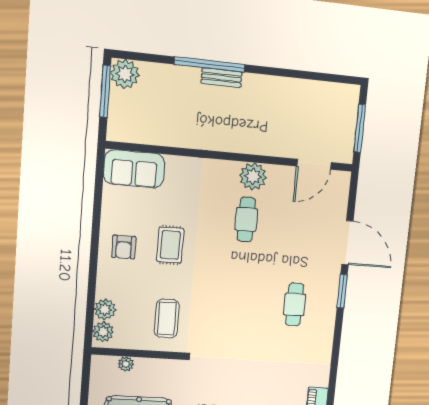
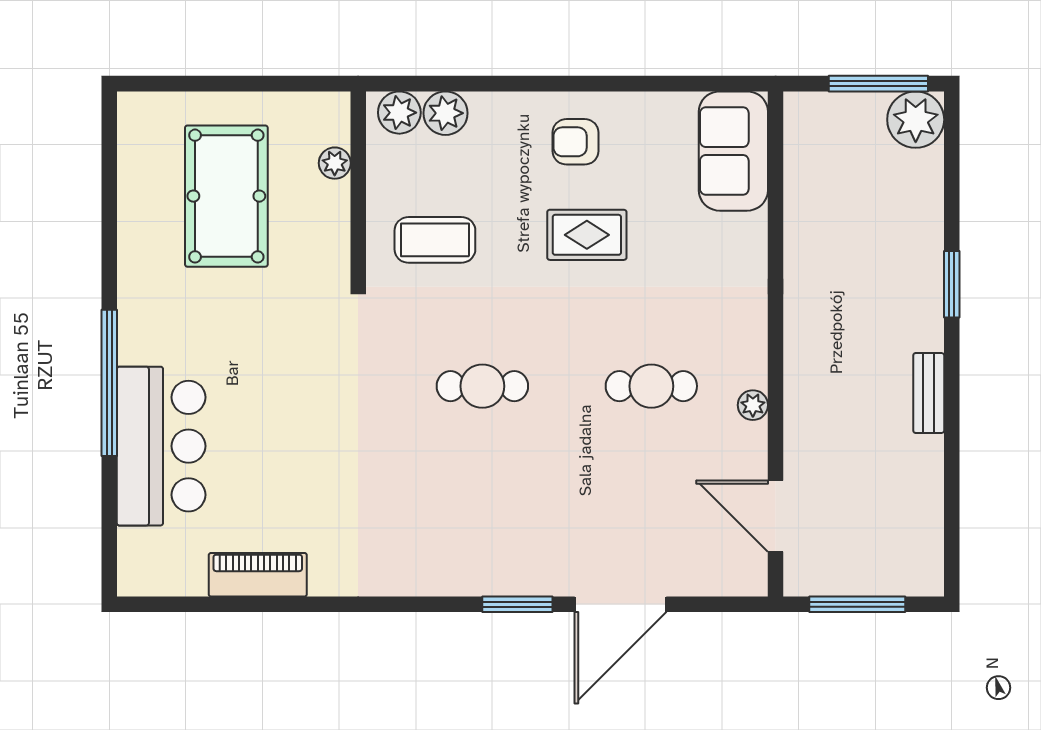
window: (210, 64) -> (952, 284), width x0.47
bench: (221, 78) -> (929, 393), moved
plant: (253, 176) -> (753, 405), width x0.53, depth x0.53
cafe table: (294, 304) -> (482, 386), moved

